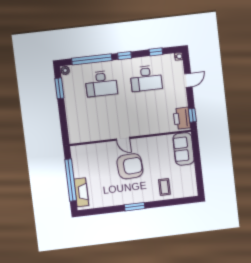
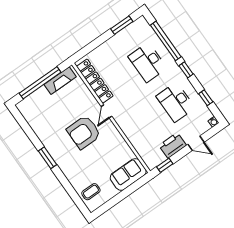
plant: (65, 70) -> (142, 21), removed
printer: (182, 118) -> (173, 145), moved
locker: (93, 135) -> (95, 81), added
armchair: (130, 166) -> (84, 132), turned 93
coffee table: (164, 187) -> (91, 192), moved
fireplace: (81, 192) -> (60, 81), moved

